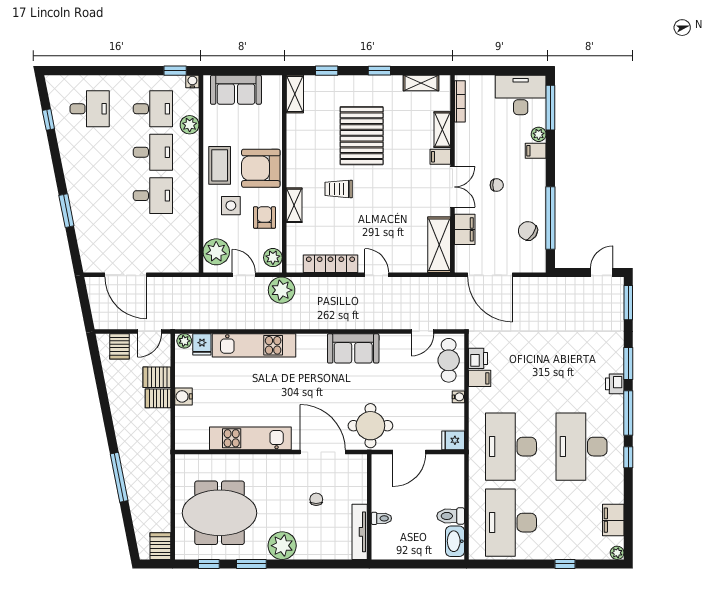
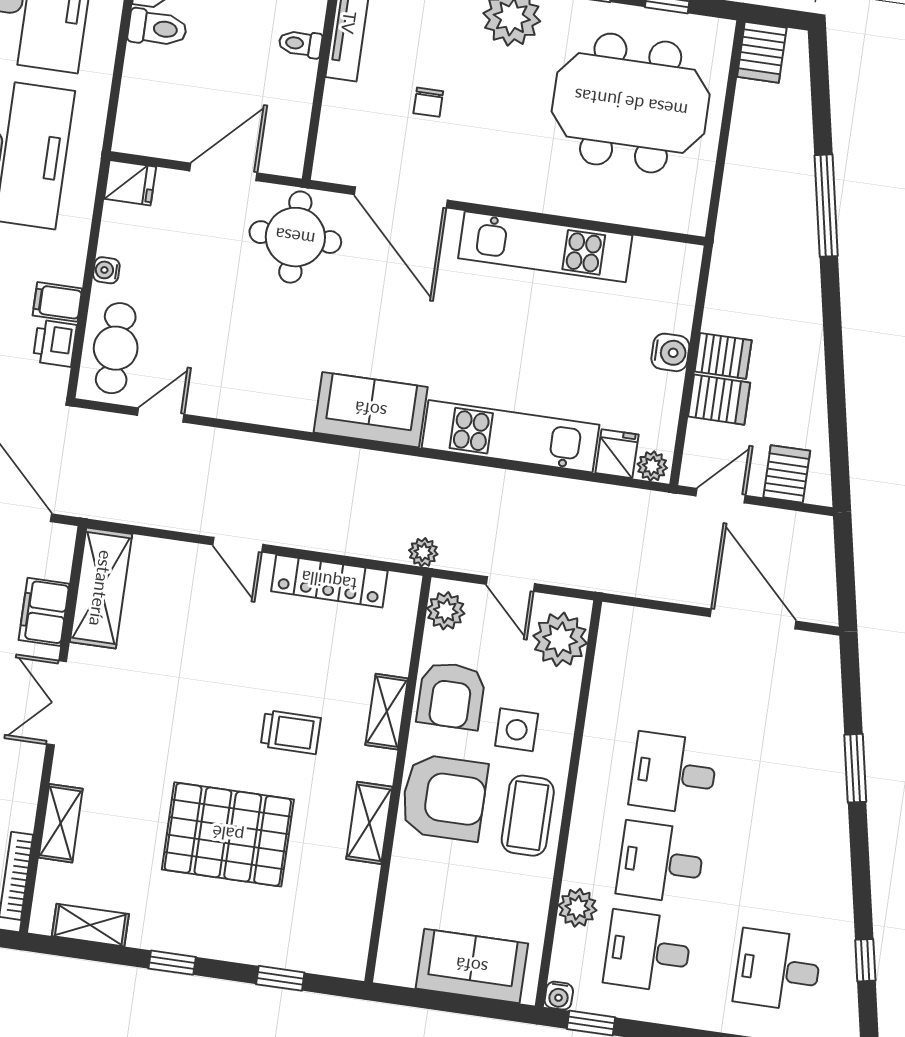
shelving: (295, 94) -> (369, 823), moved
pallet: (362, 136) -> (228, 834), turned 90
filing cabinet: (440, 157) -> (73, 768), removed
armchair: (264, 217) -> (451, 696), width x1.38, depth x1.38
plant: (282, 290) -> (423, 552), width x0.53, depth x0.53
sofa: (353, 348) -> (371, 410), moved

